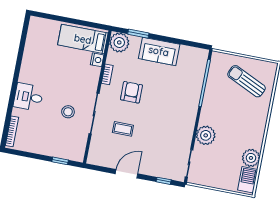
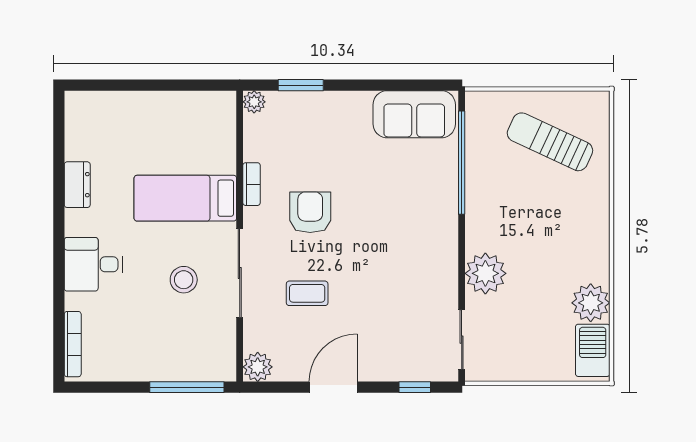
bed: (83, 39) -> (185, 198), moved
plant: (119, 42) -> (254, 102), width x0.53, depth x0.53
sofa: (159, 51) -> (414, 114), moved
dresser: (28, 59) -> (77, 185), added
nightstand: (97, 60) -> (224, 158), removed
plant: (94, 158) -> (258, 367), added
window: (60, 161) -> (187, 387), width x2.17

